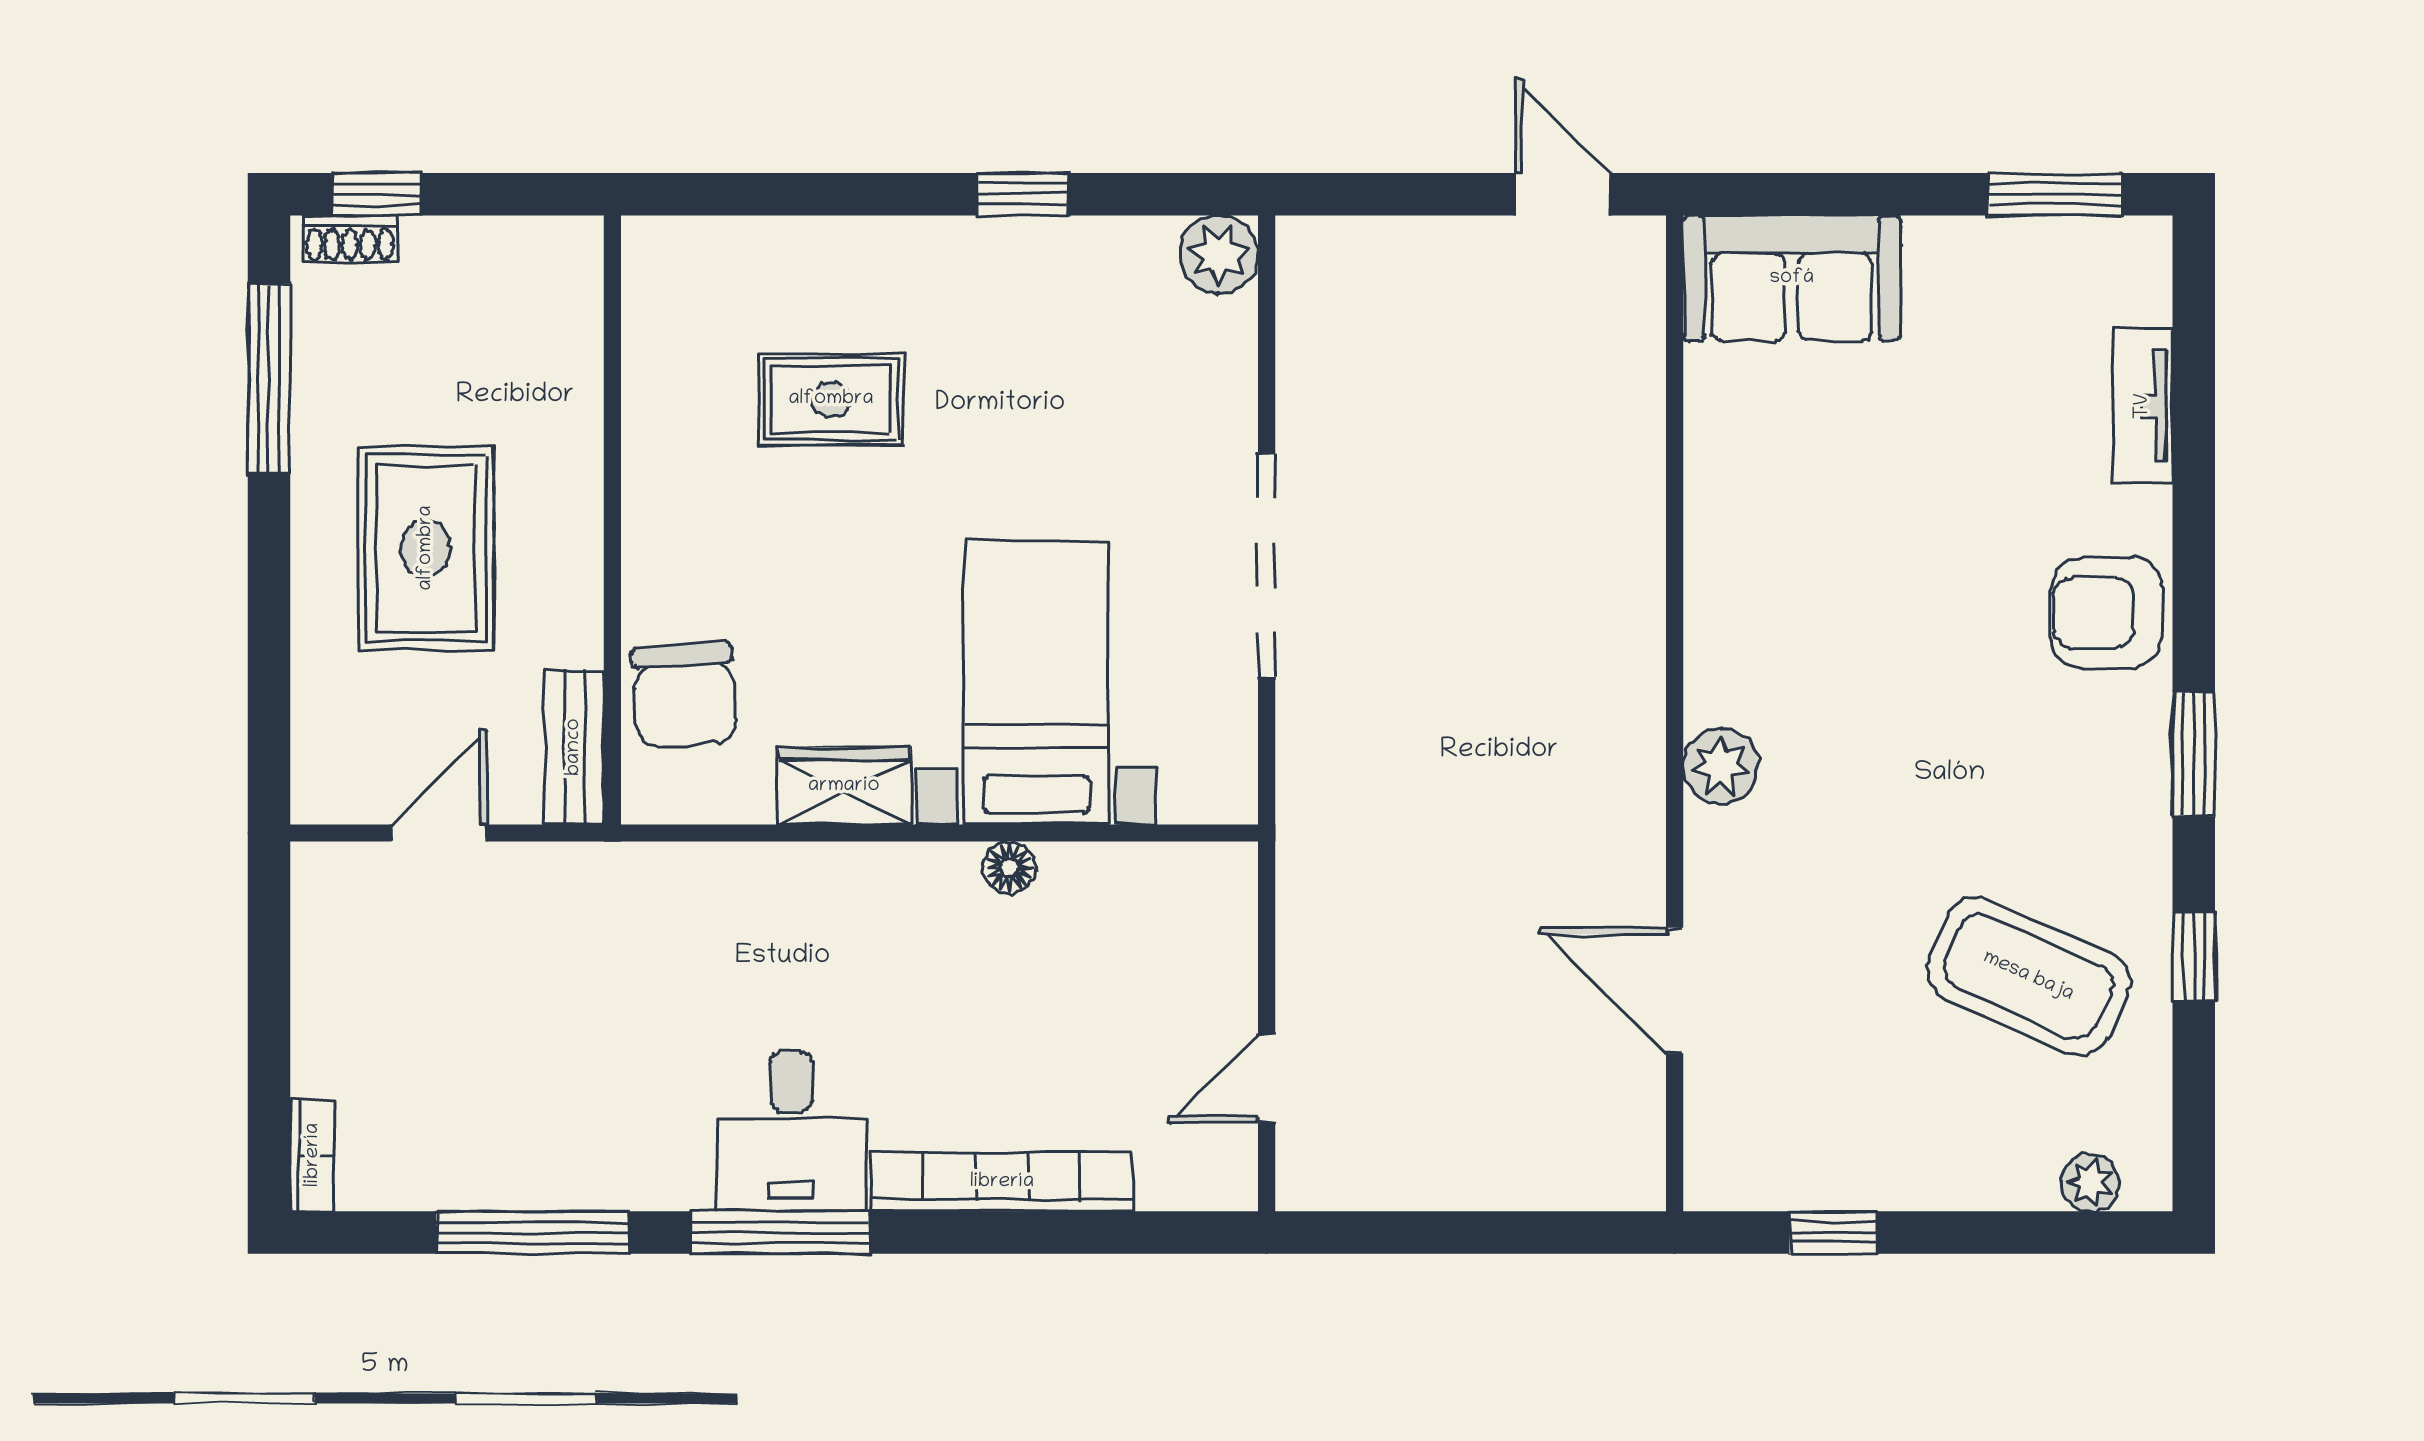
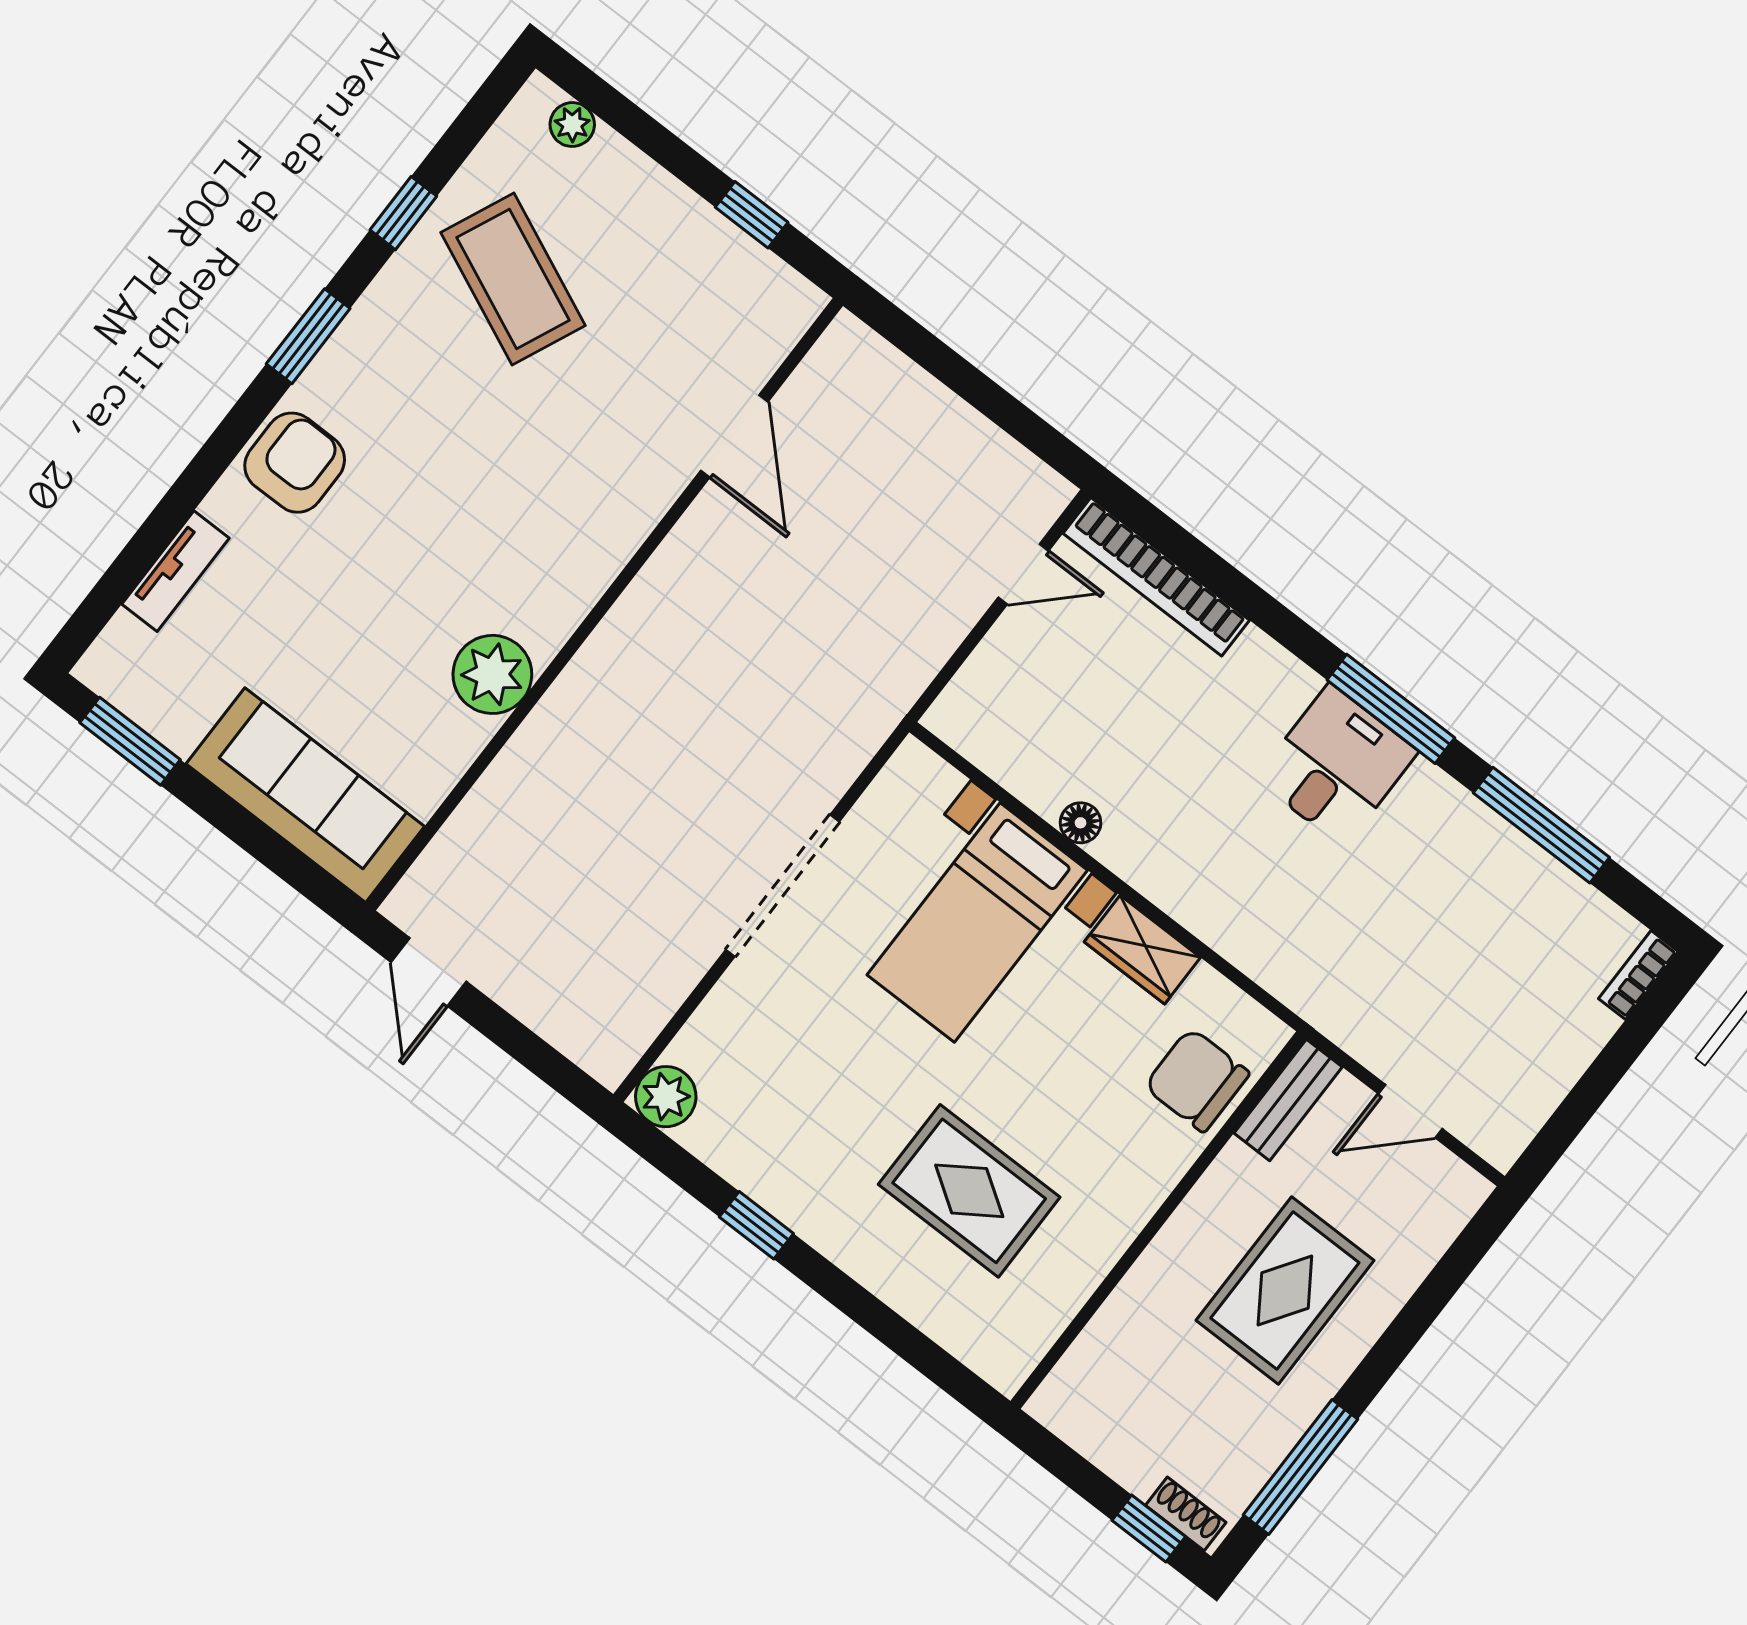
sofa: (1792, 278) -> (305, 795), width x1.36
rug: (831, 399) -> (969, 1191), width x1.36, depth x1.43
armchair: (2107, 613) -> (295, 463), turned -90
chair: (684, 695) -> (1197, 1080), turned -86
plant: (1721, 766) -> (492, 674), moved, width x1.36, depth x1.36
bookcase: (1002, 1182) -> (1156, 577), moved

